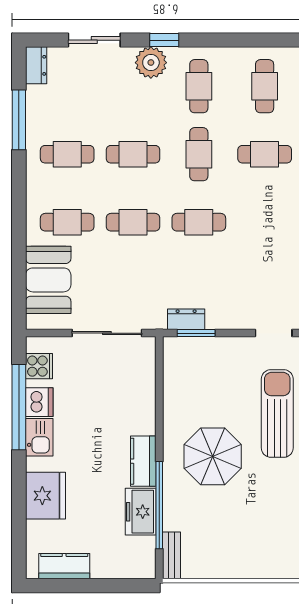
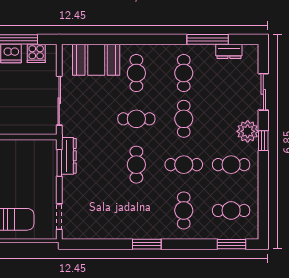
dresser: (36, 65) -> (229, 51), moved
cafe table: (133, 222) -> (136, 119), turned 90
dresser: (186, 319) -> (69, 156), width x1.44

